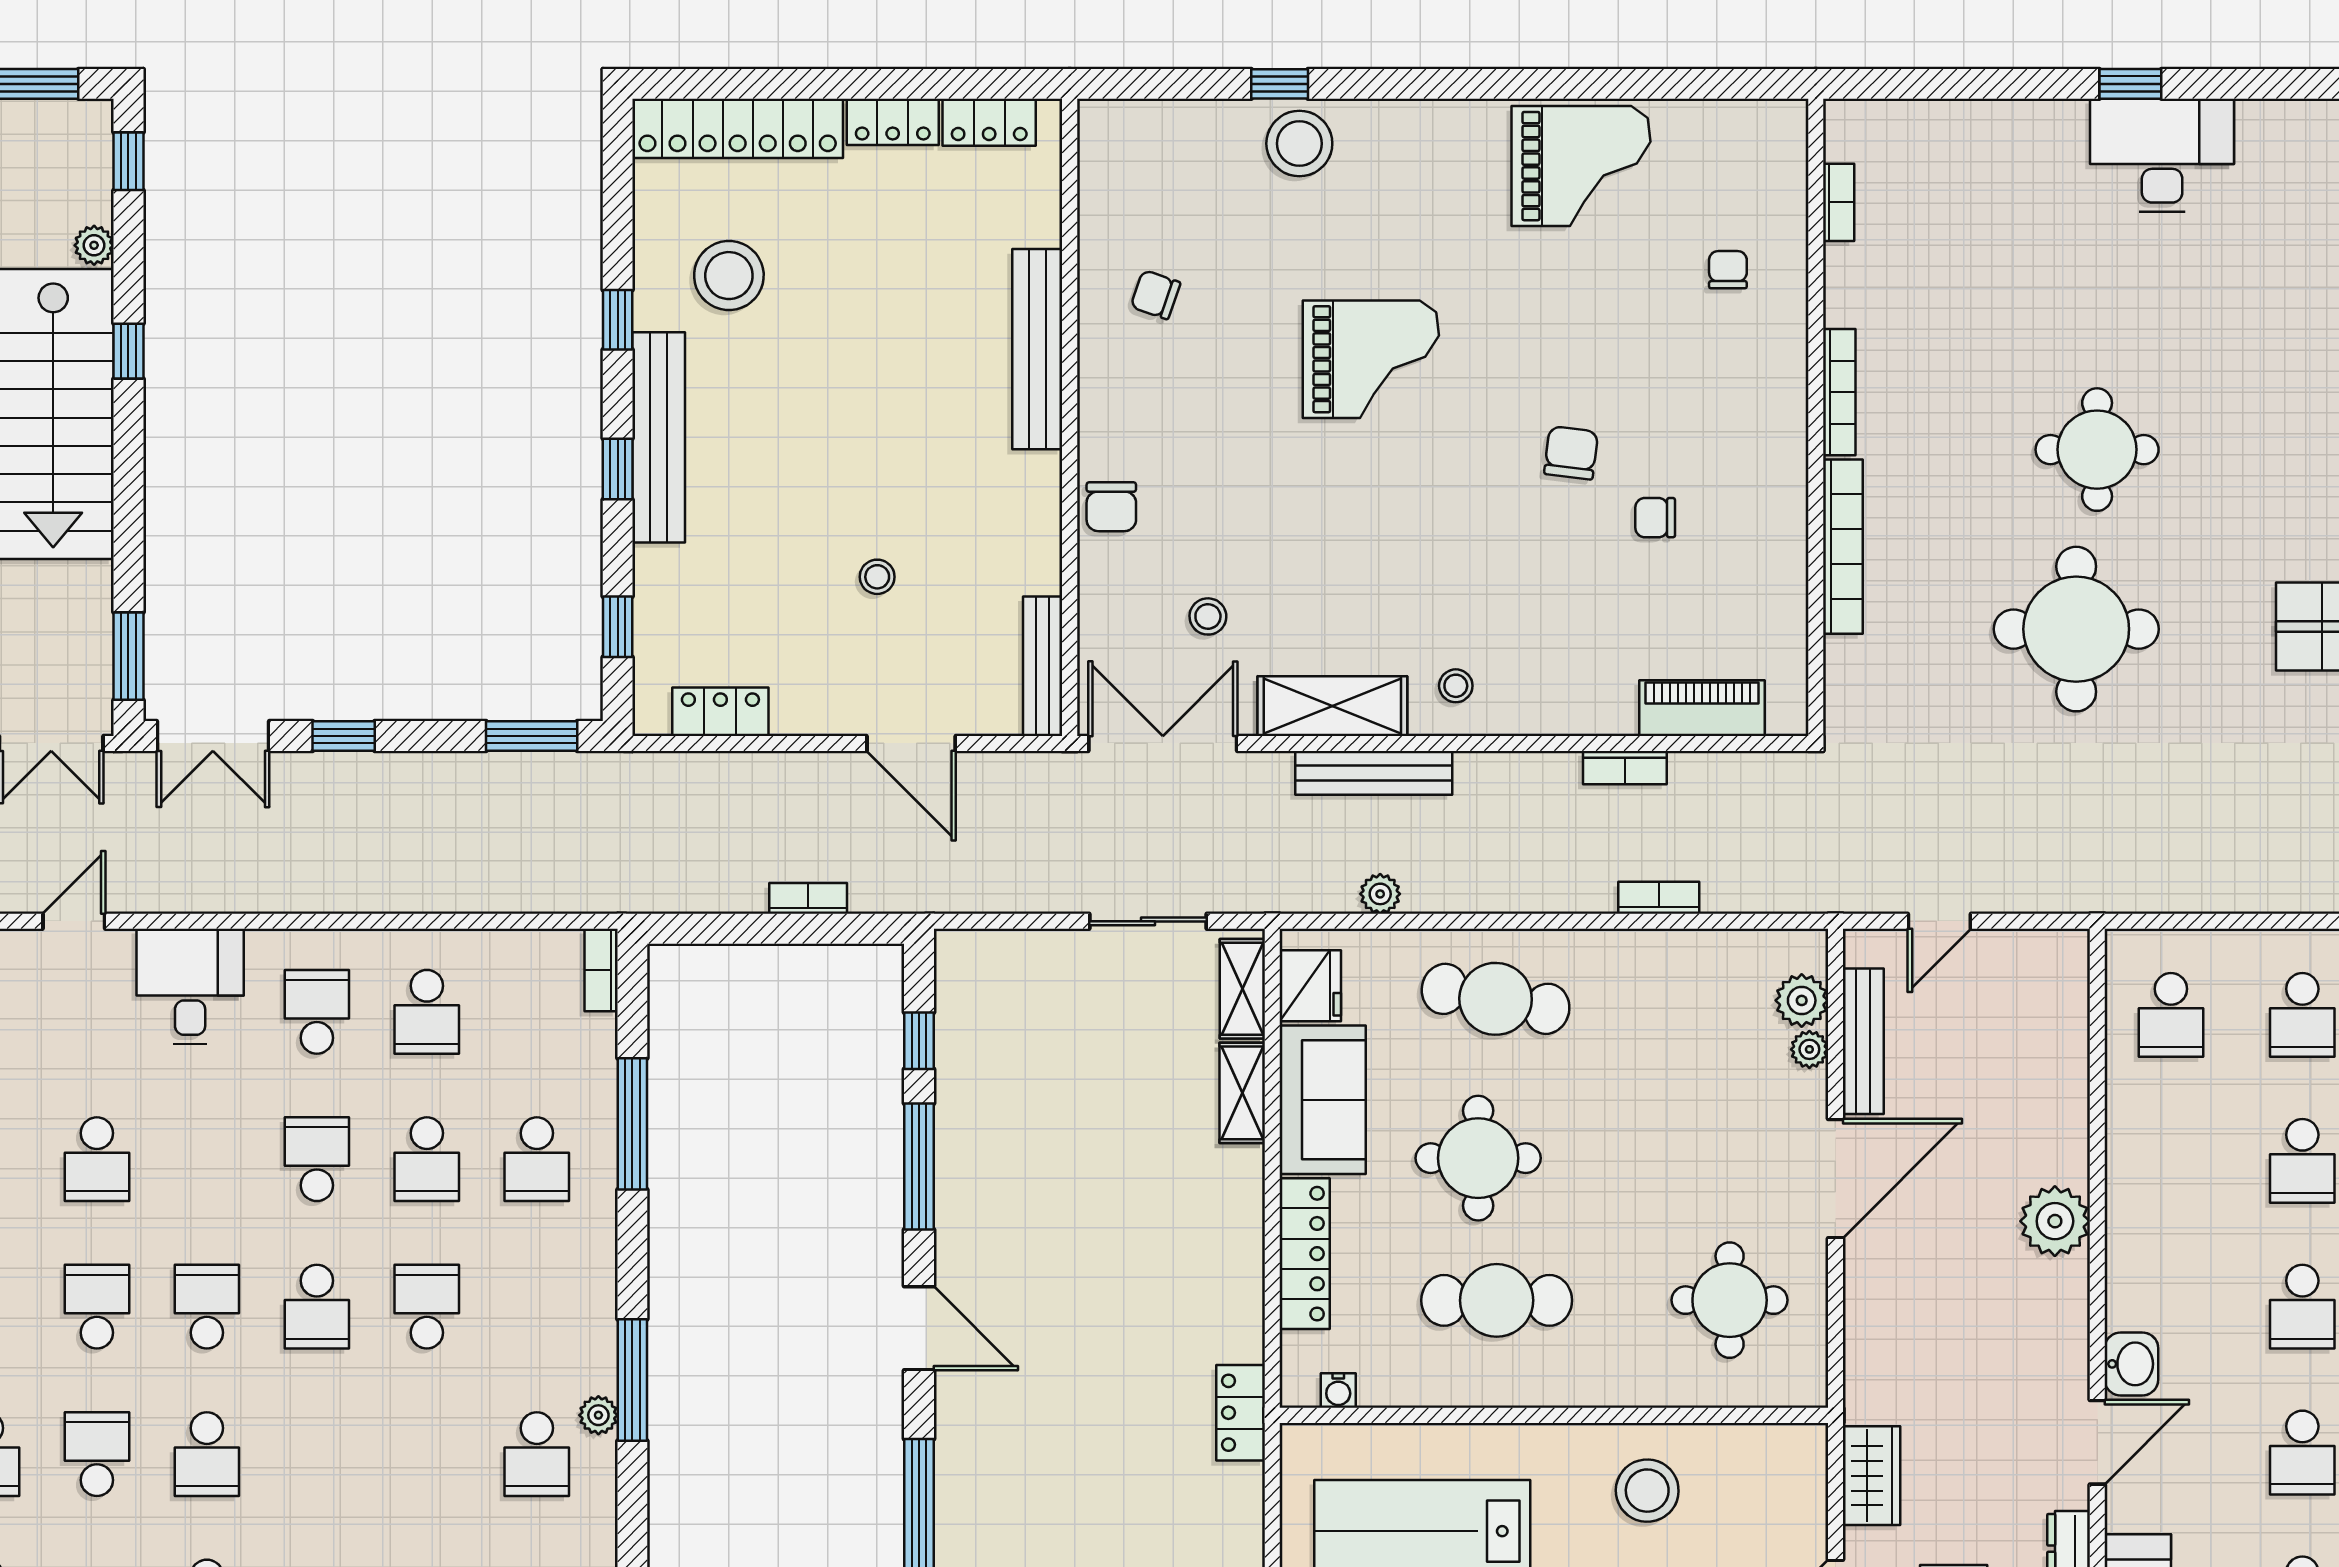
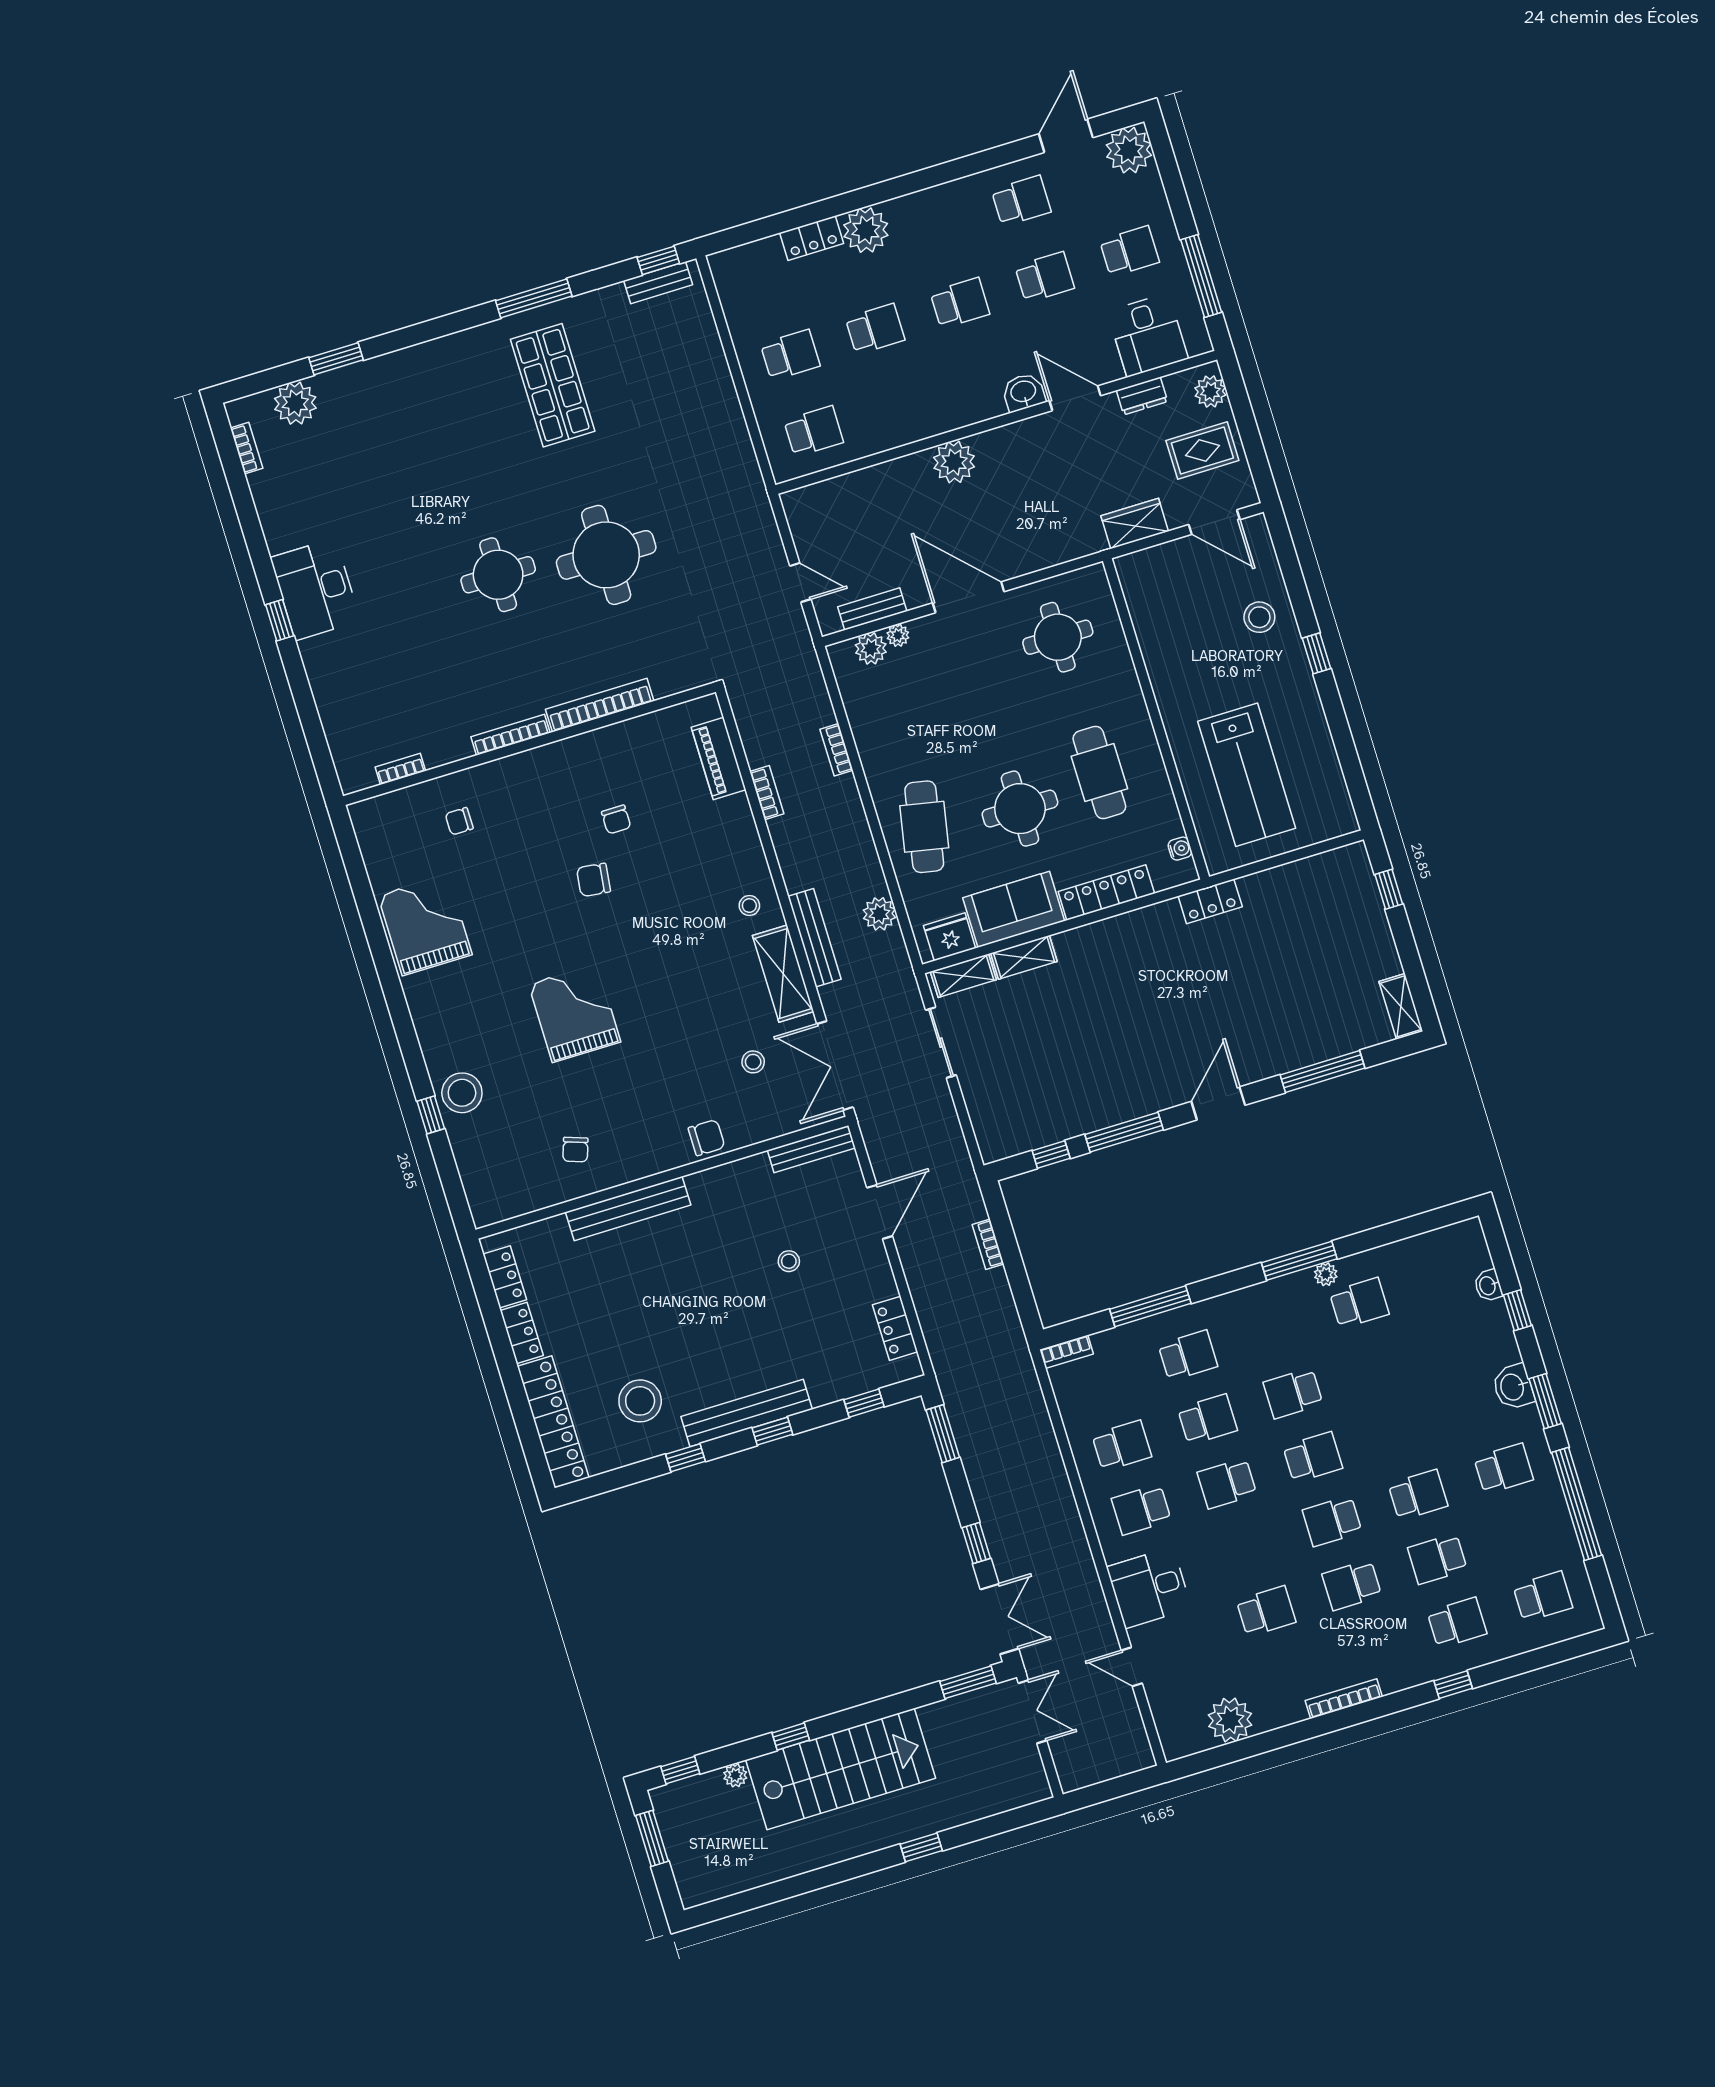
plant: (1380, 894) -> (879, 914), width x1.38, depth x1.38
bench: (1863, 1041) -> (872, 609), width x0.73
stool: (1647, 1491) -> (1183, 651), removed

